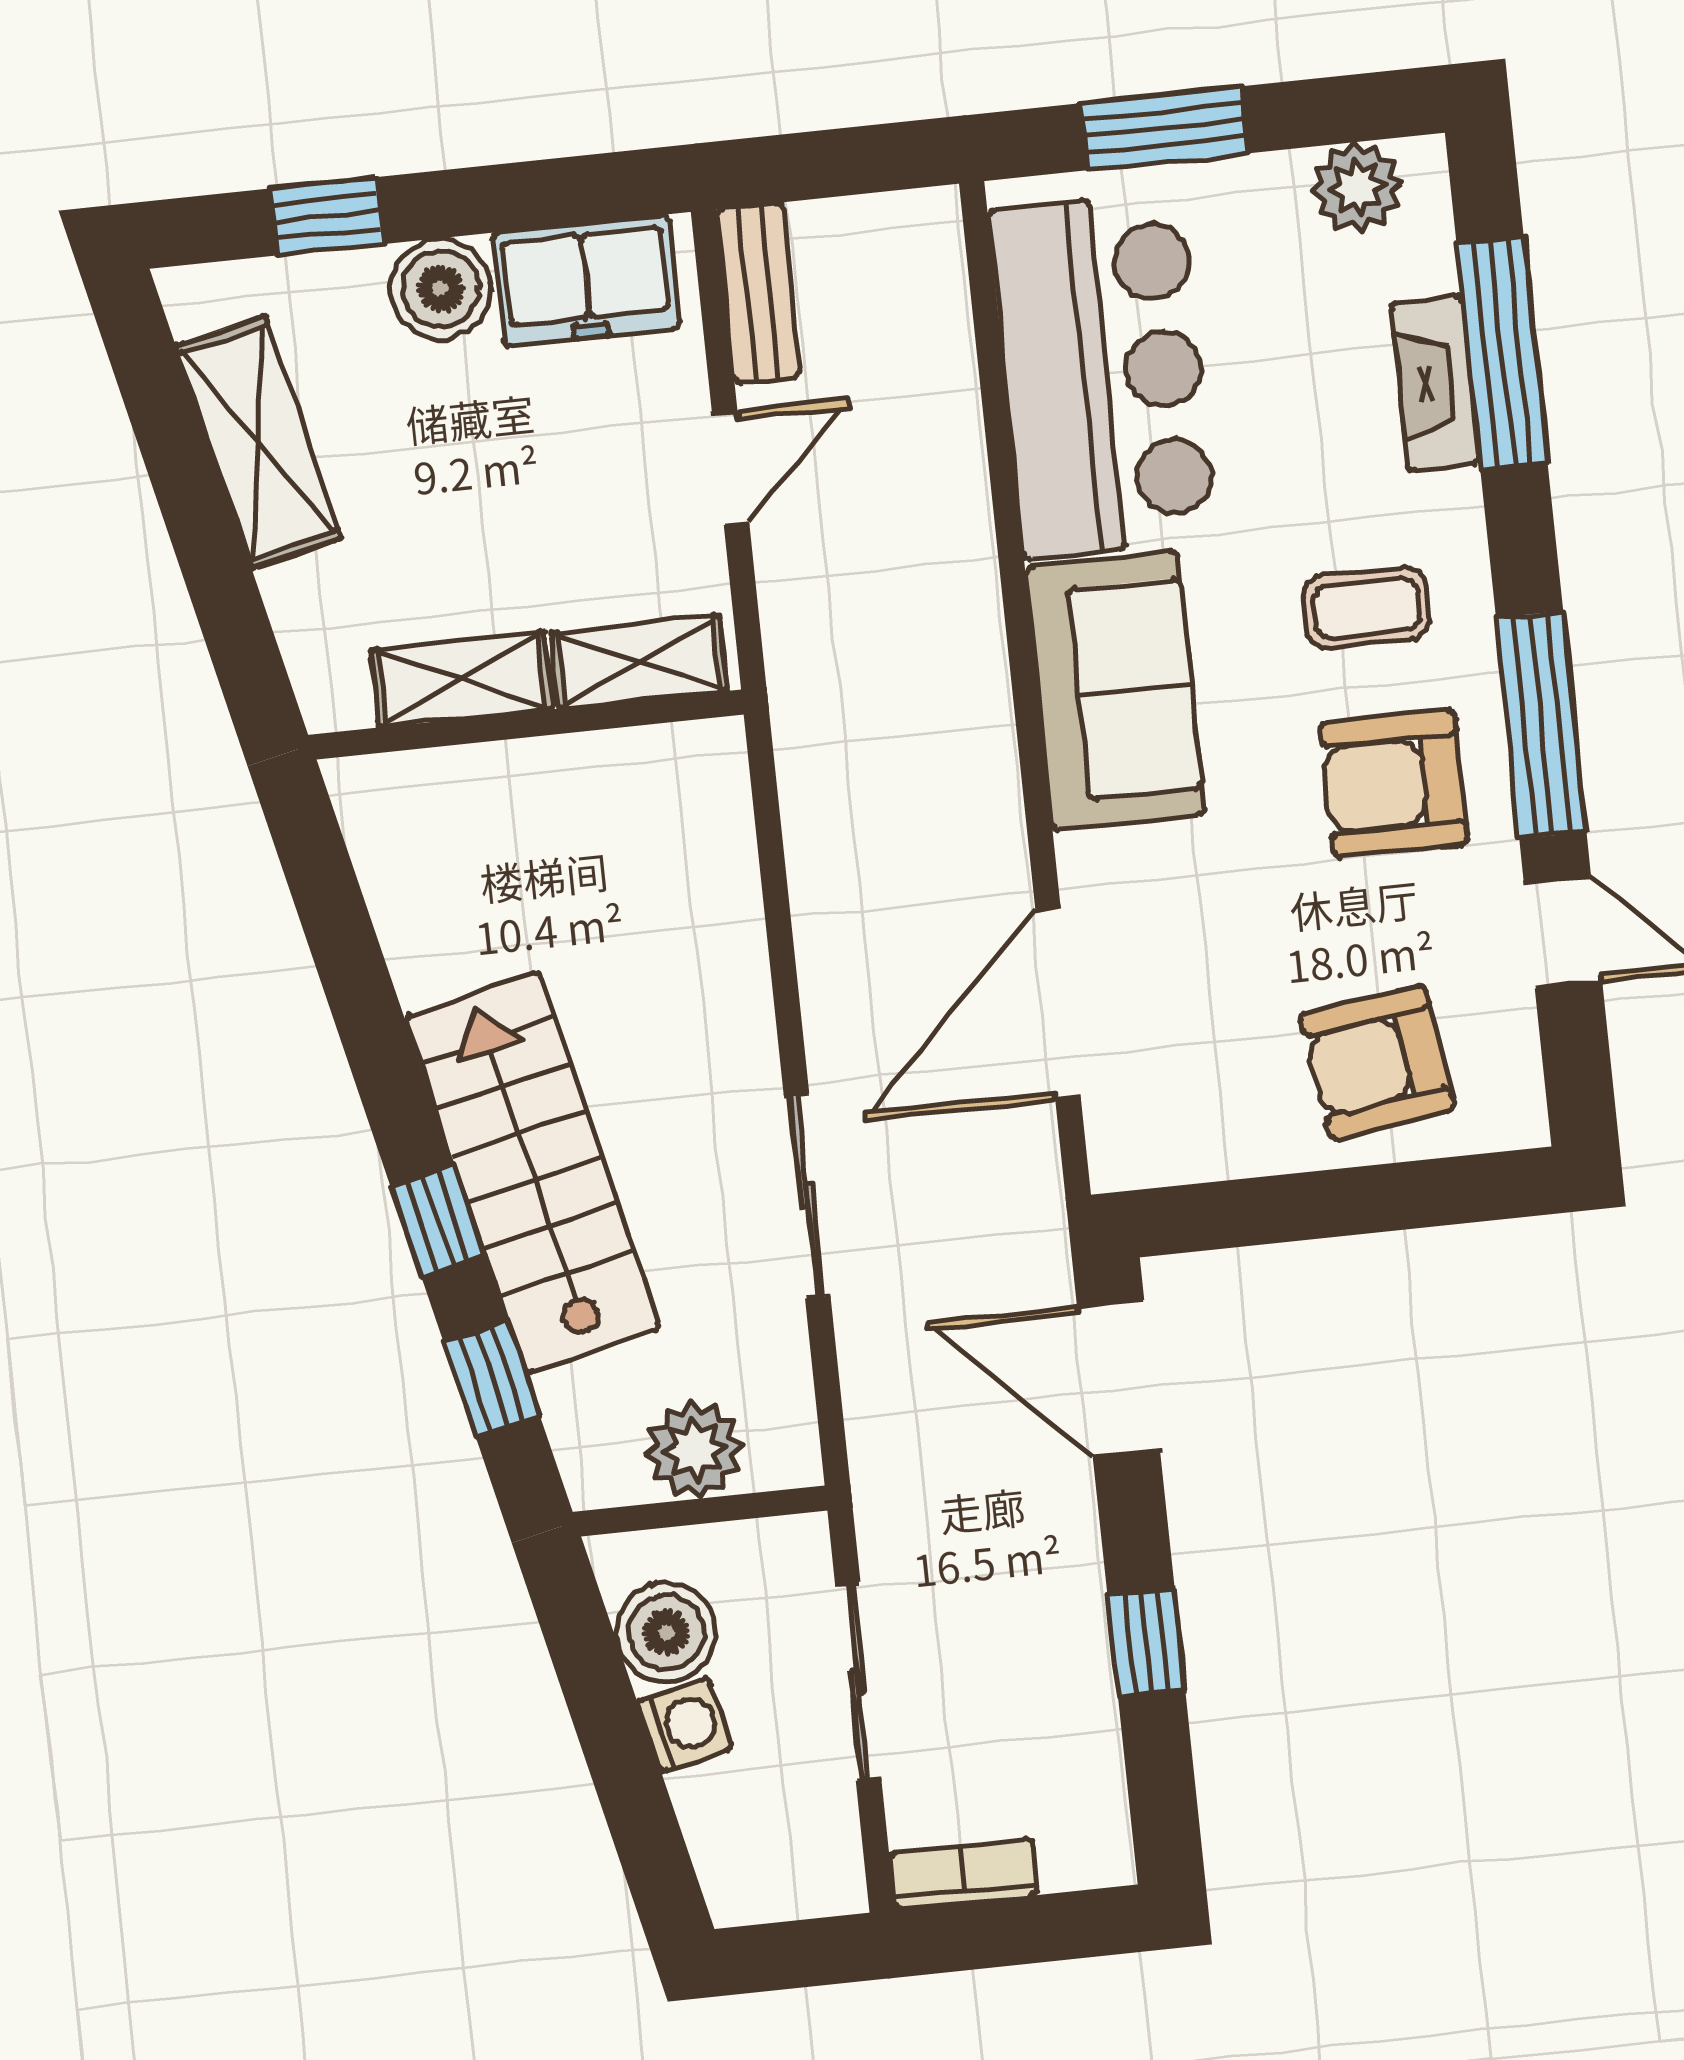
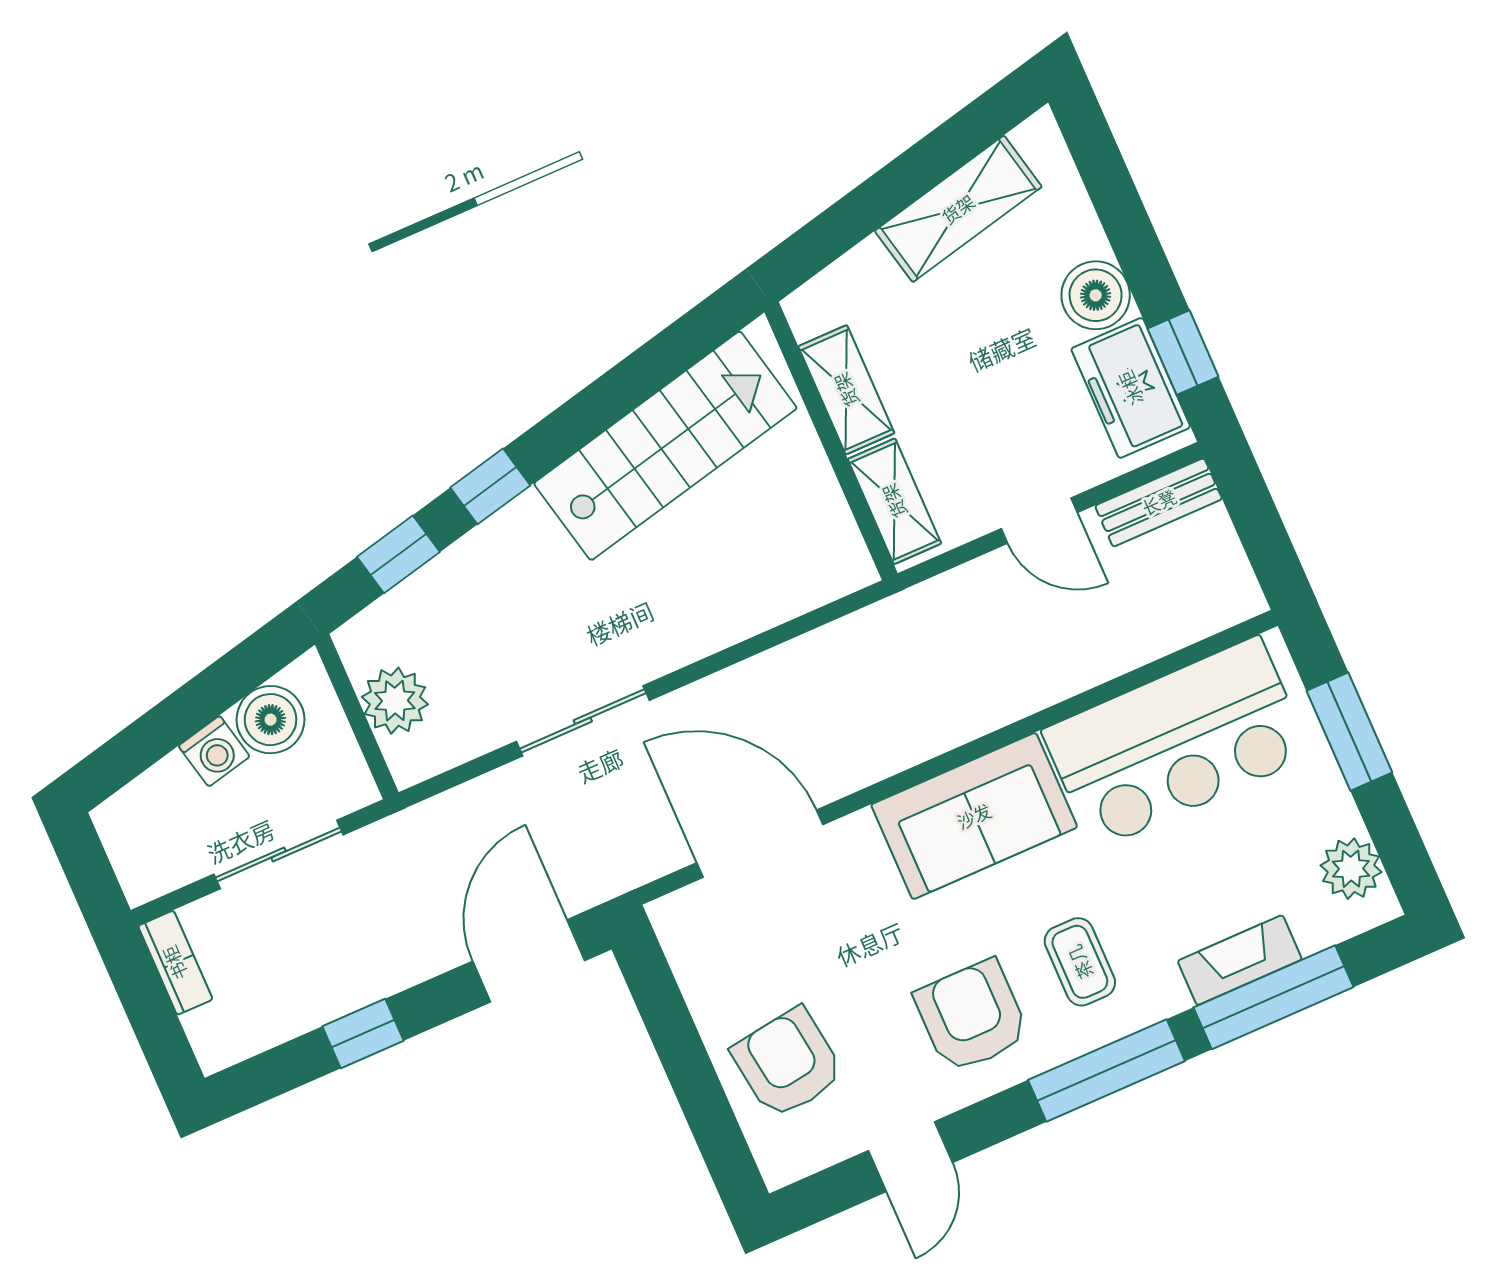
window: (327, 216) -> (1183, 353), moved
window: (1541, 725) -> (1107, 1071), moved
stairs: (532, 1173) -> (665, 446), moved

